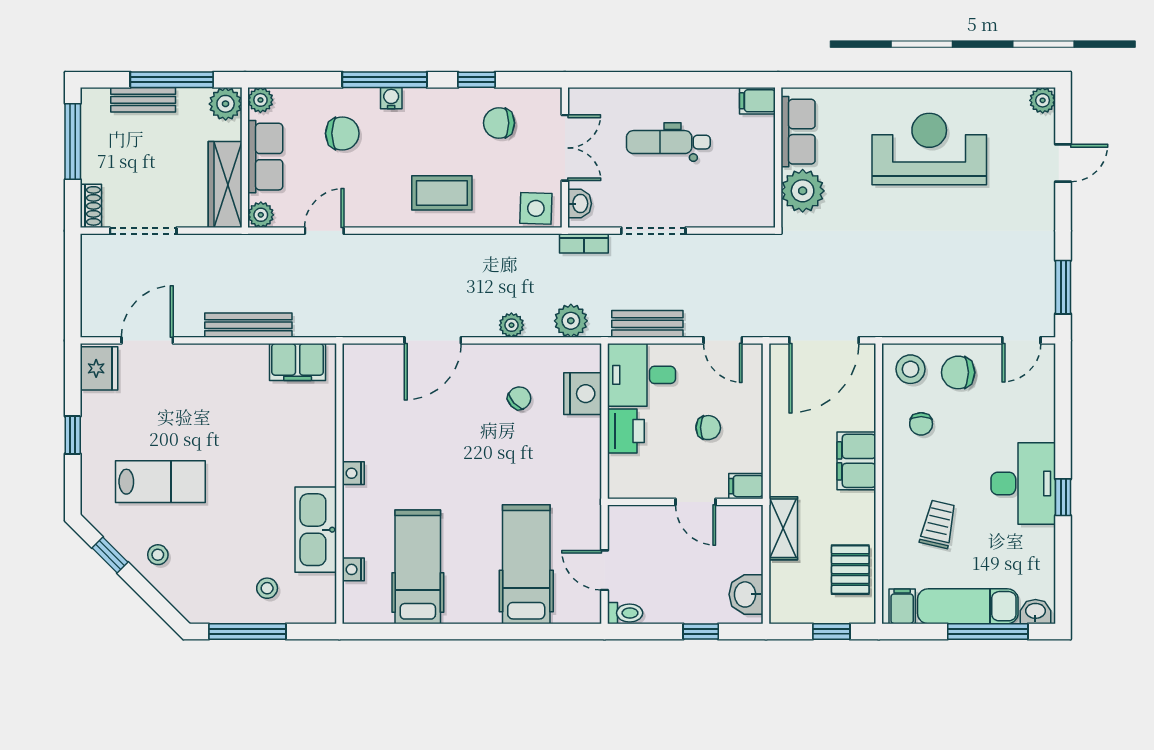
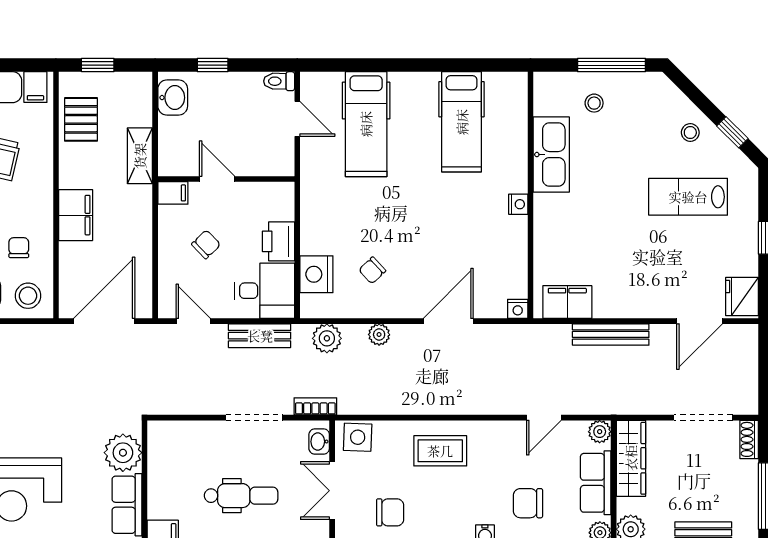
chair: (708, 428) -> (206, 244), turned 135
nightstand: (353, 569) -> (518, 309), moved, turned 90

